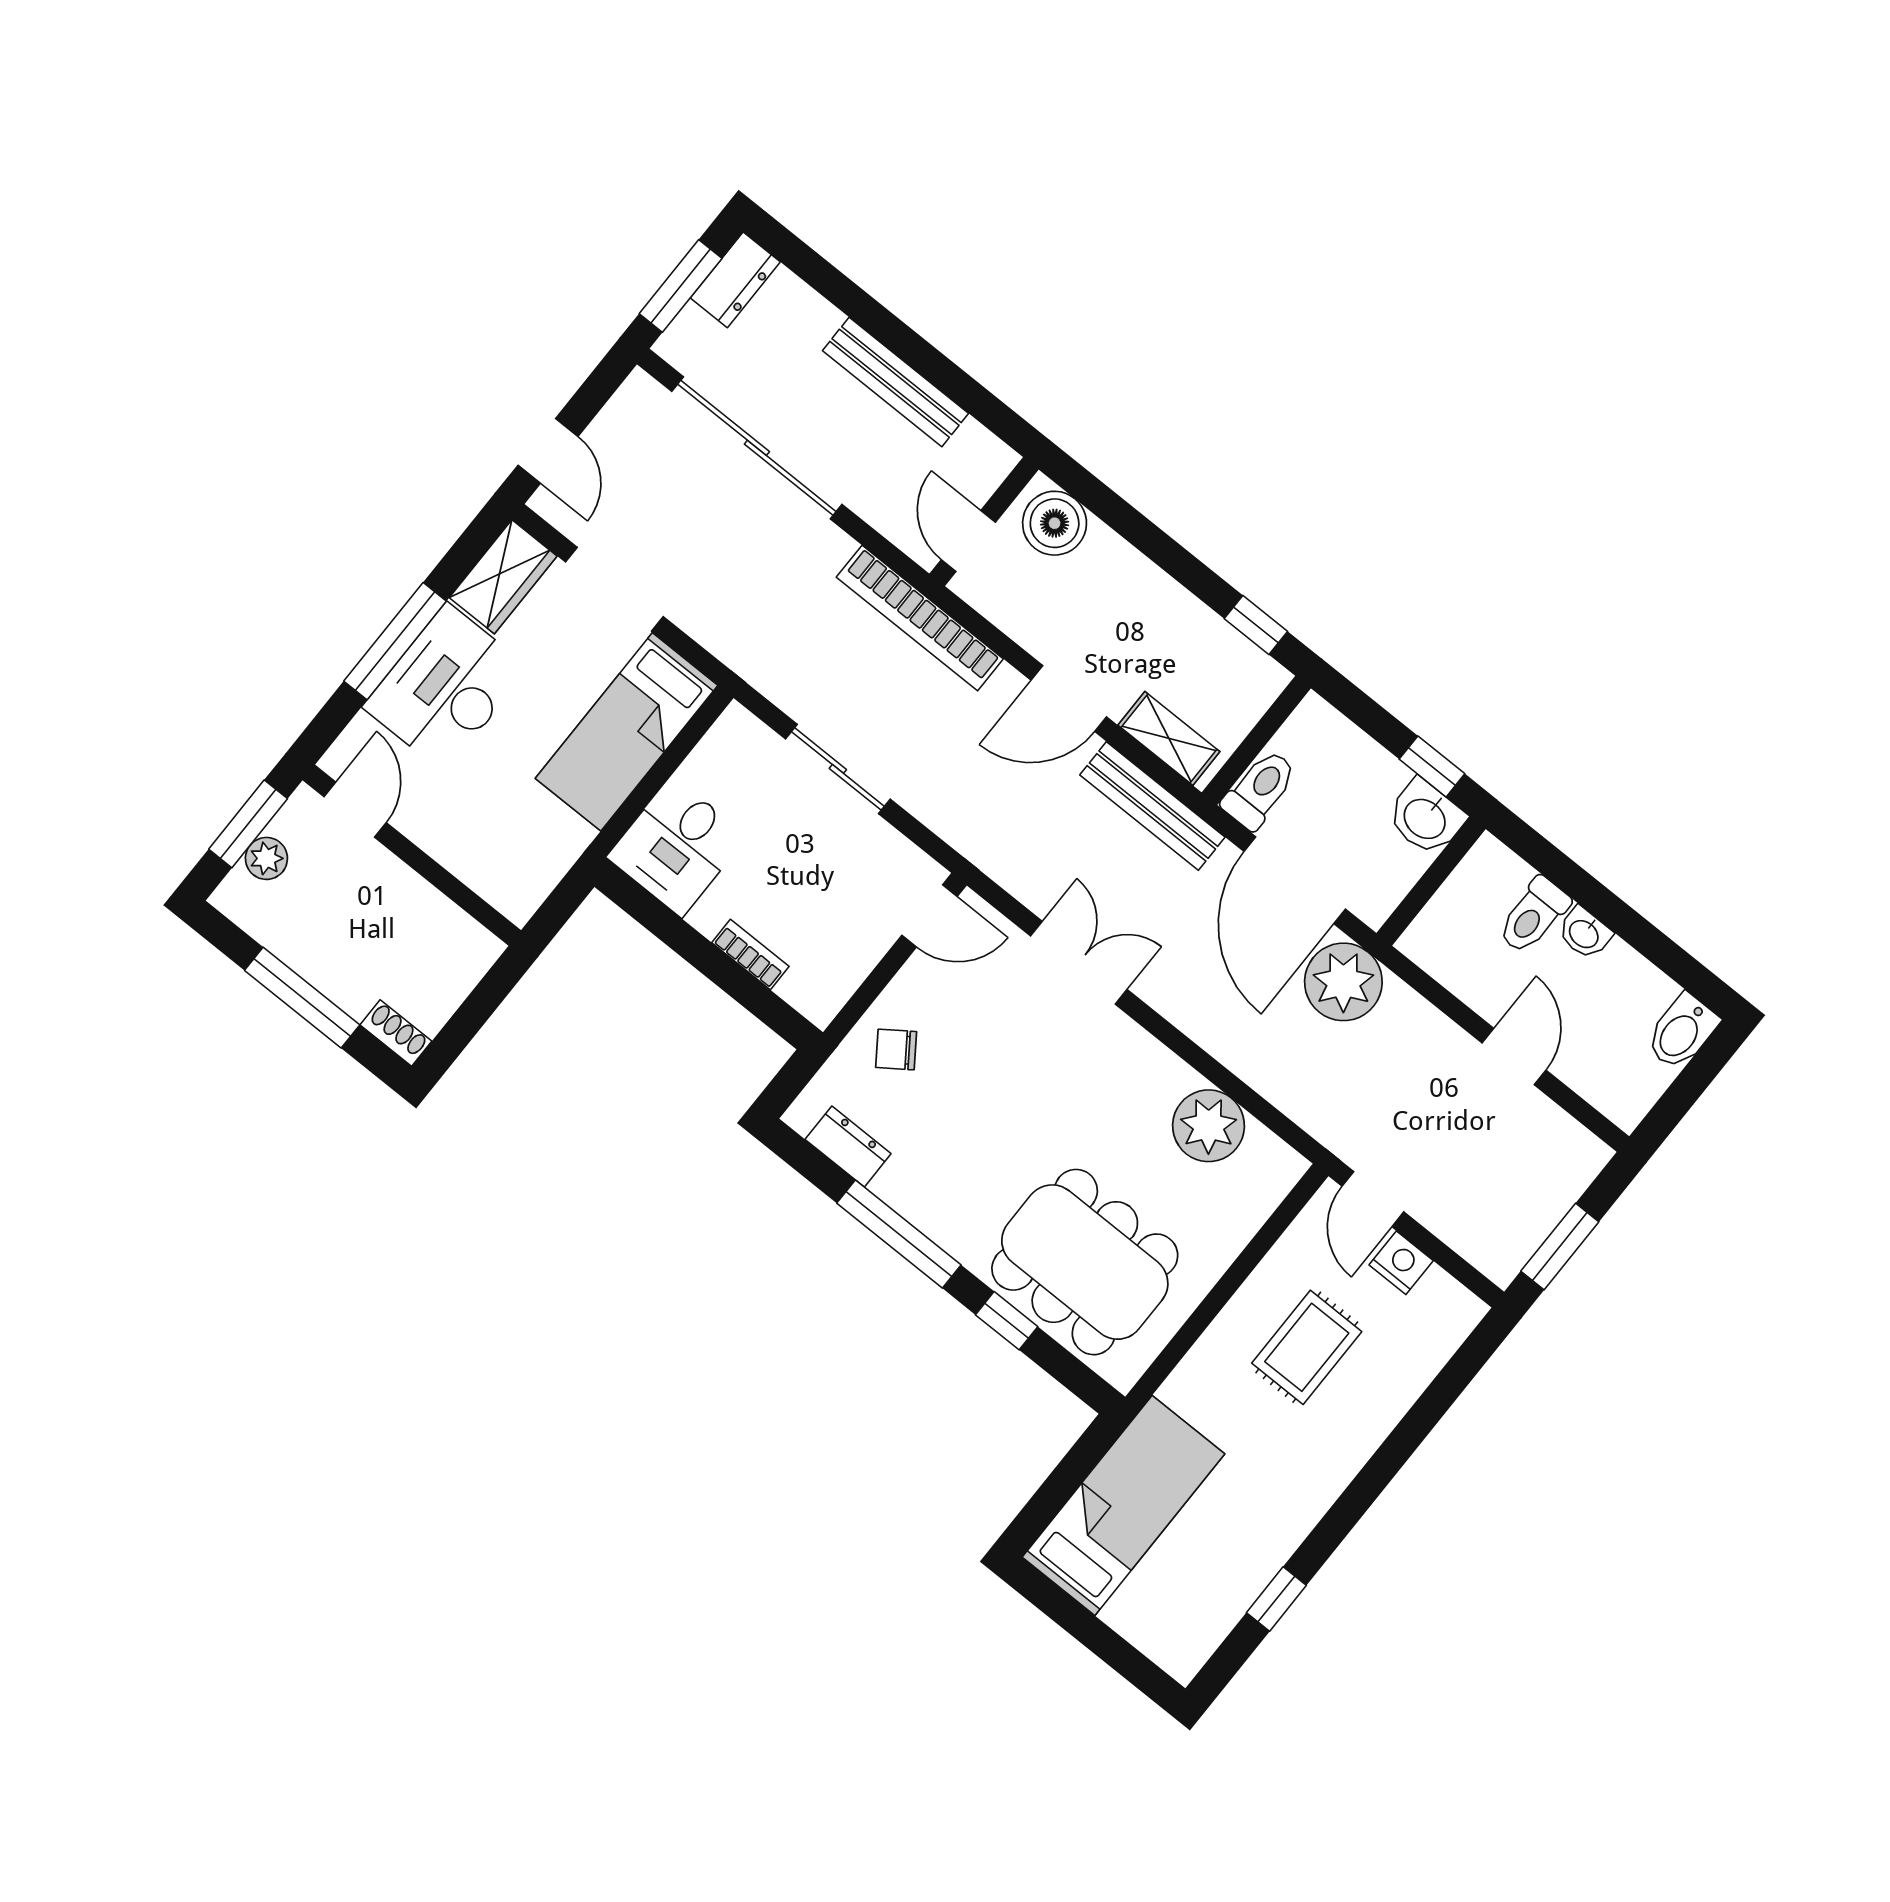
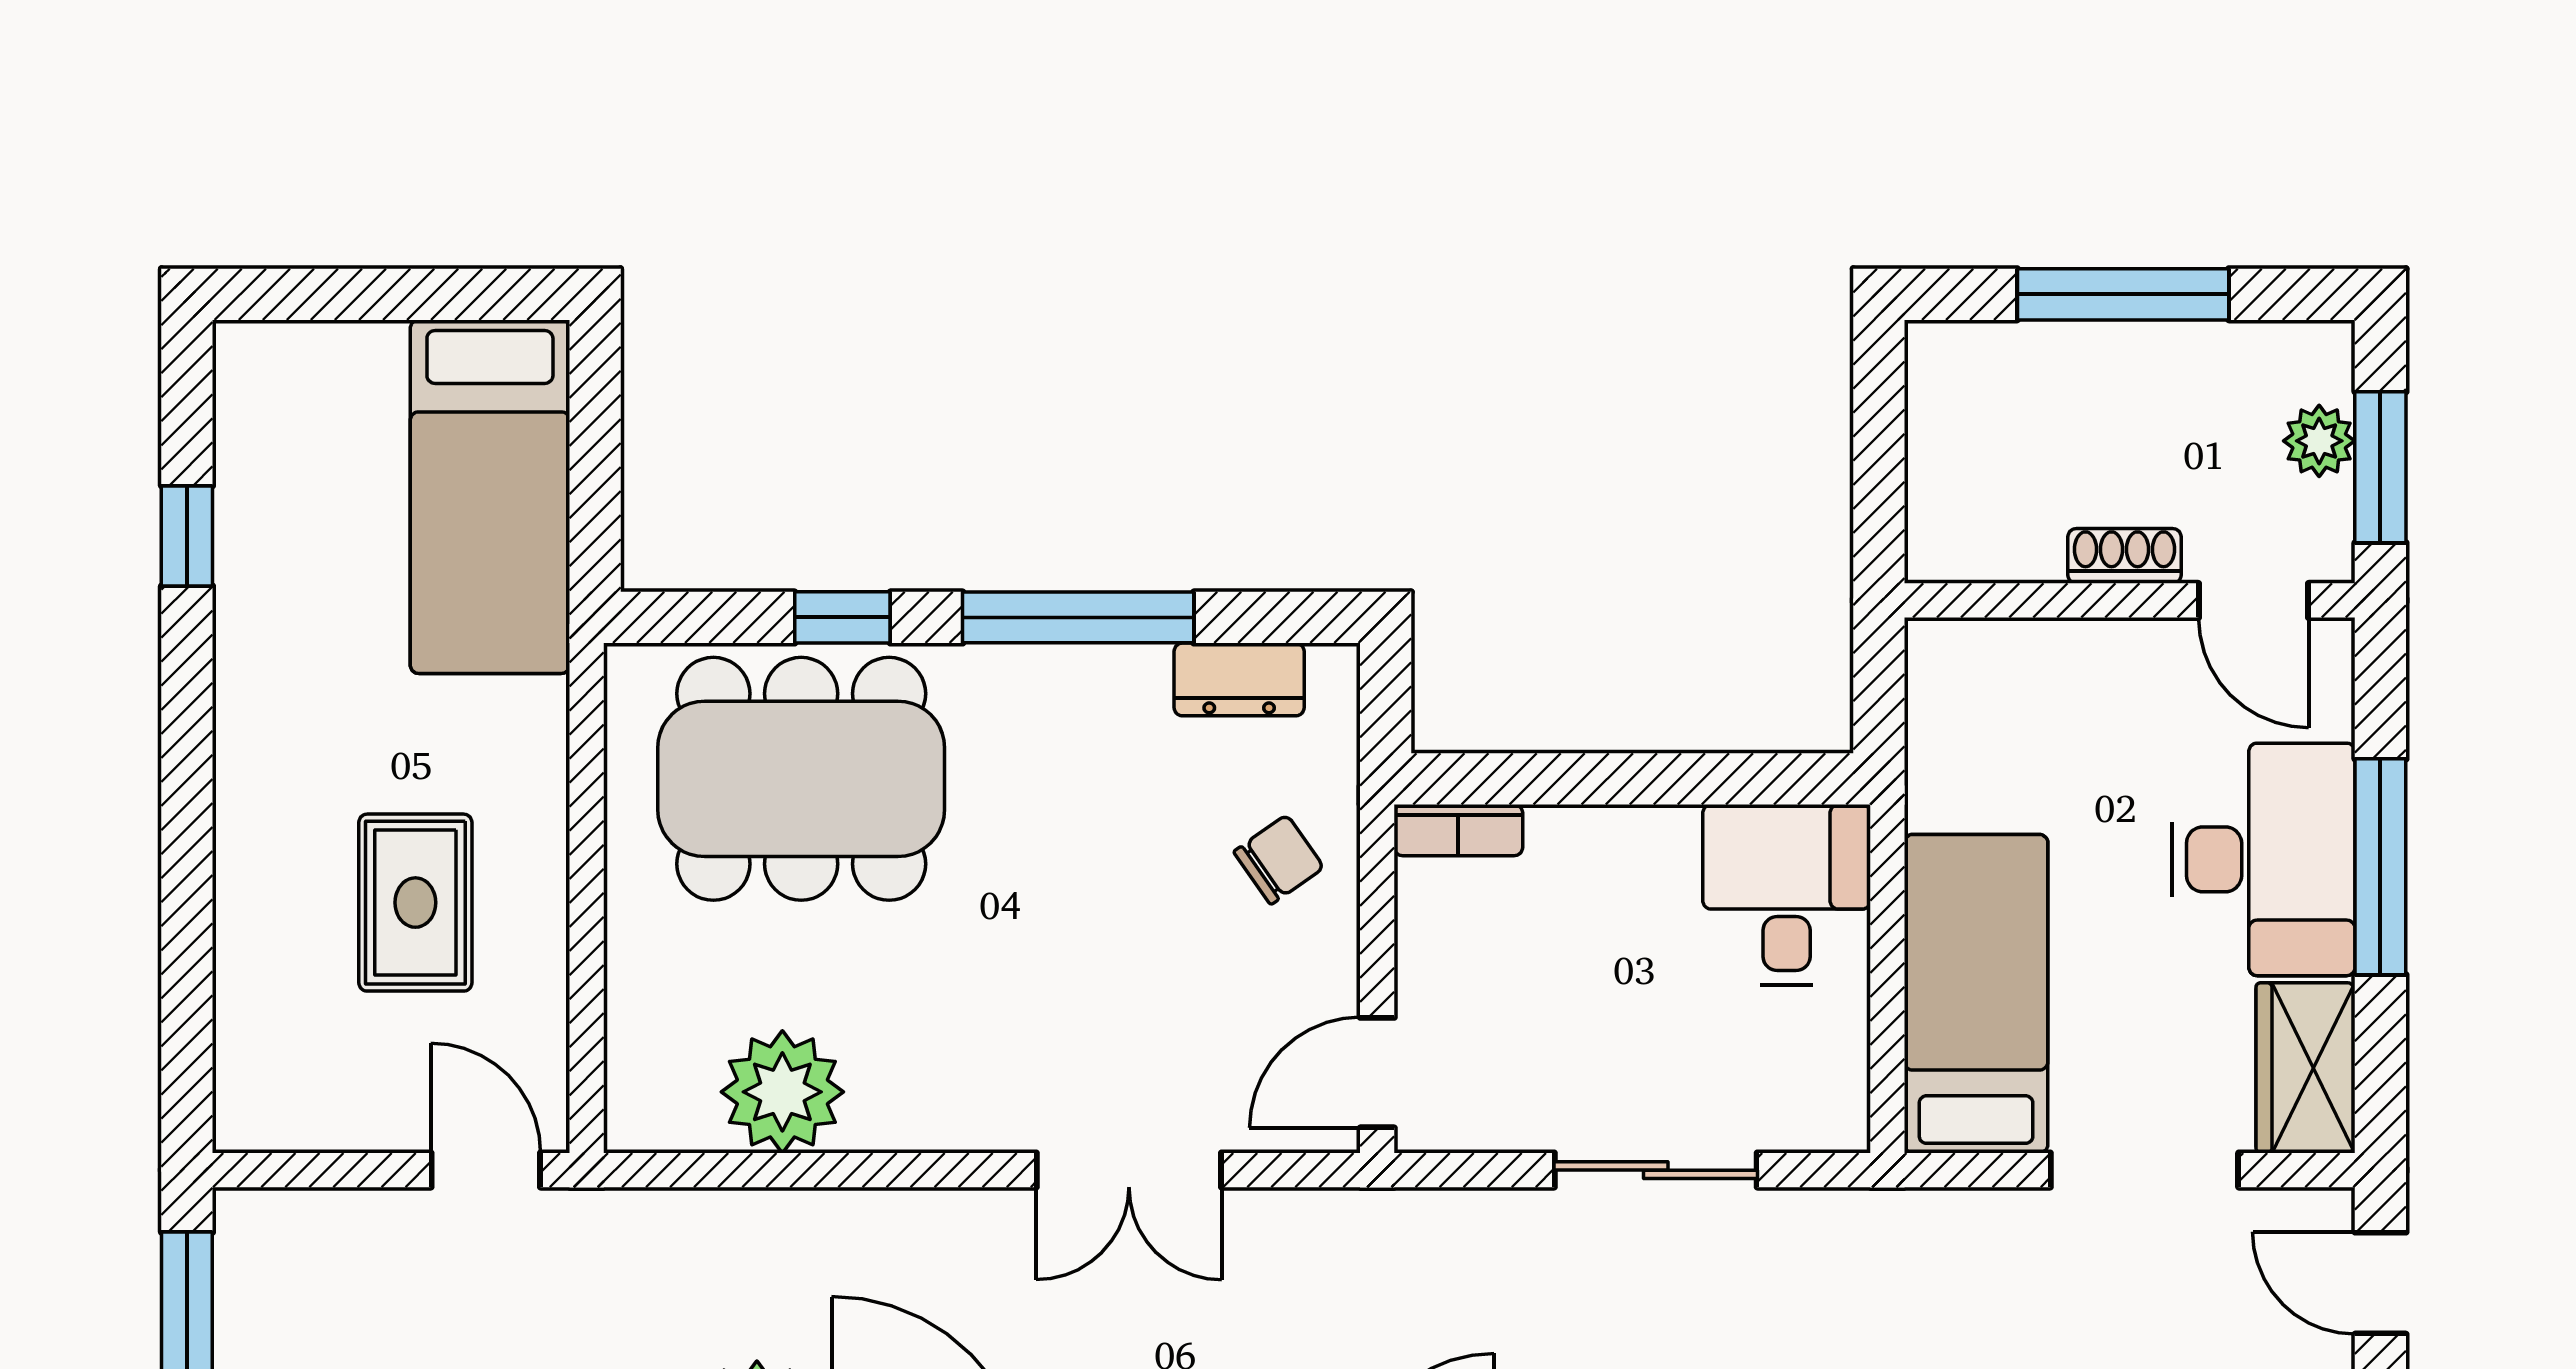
bookcase: (750, 955) -> (1458, 830), moved
shoe rack: (396, 1033) -> (2125, 556), moved, turned 180
nightstand: (1401, 1263) -> (380, 1116), removed

